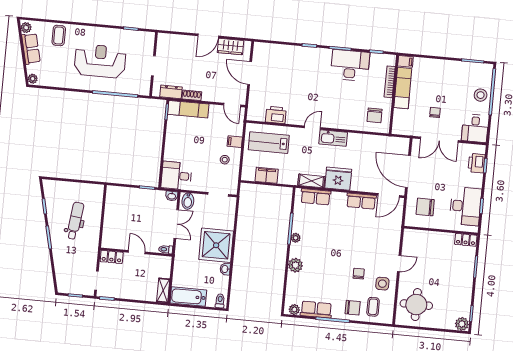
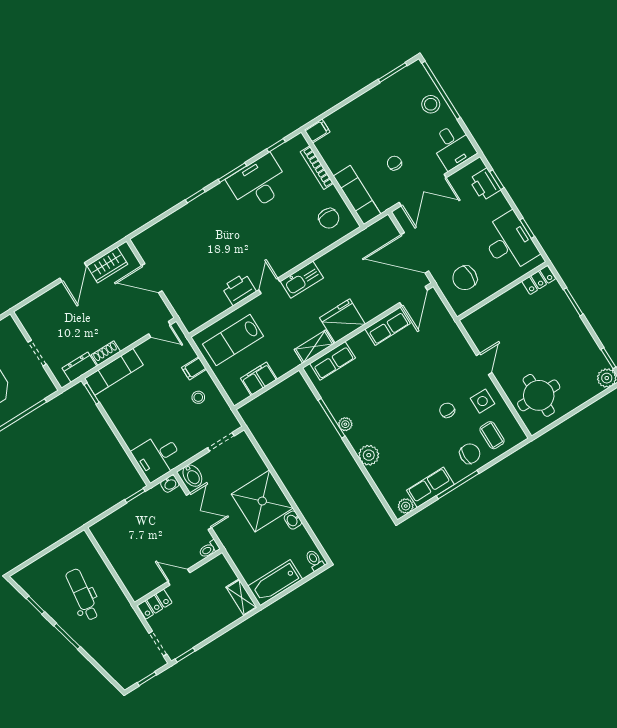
exam couch: (403, 88) -> (357, 195), moved
printer: (276, 115) -> (239, 289), moved

